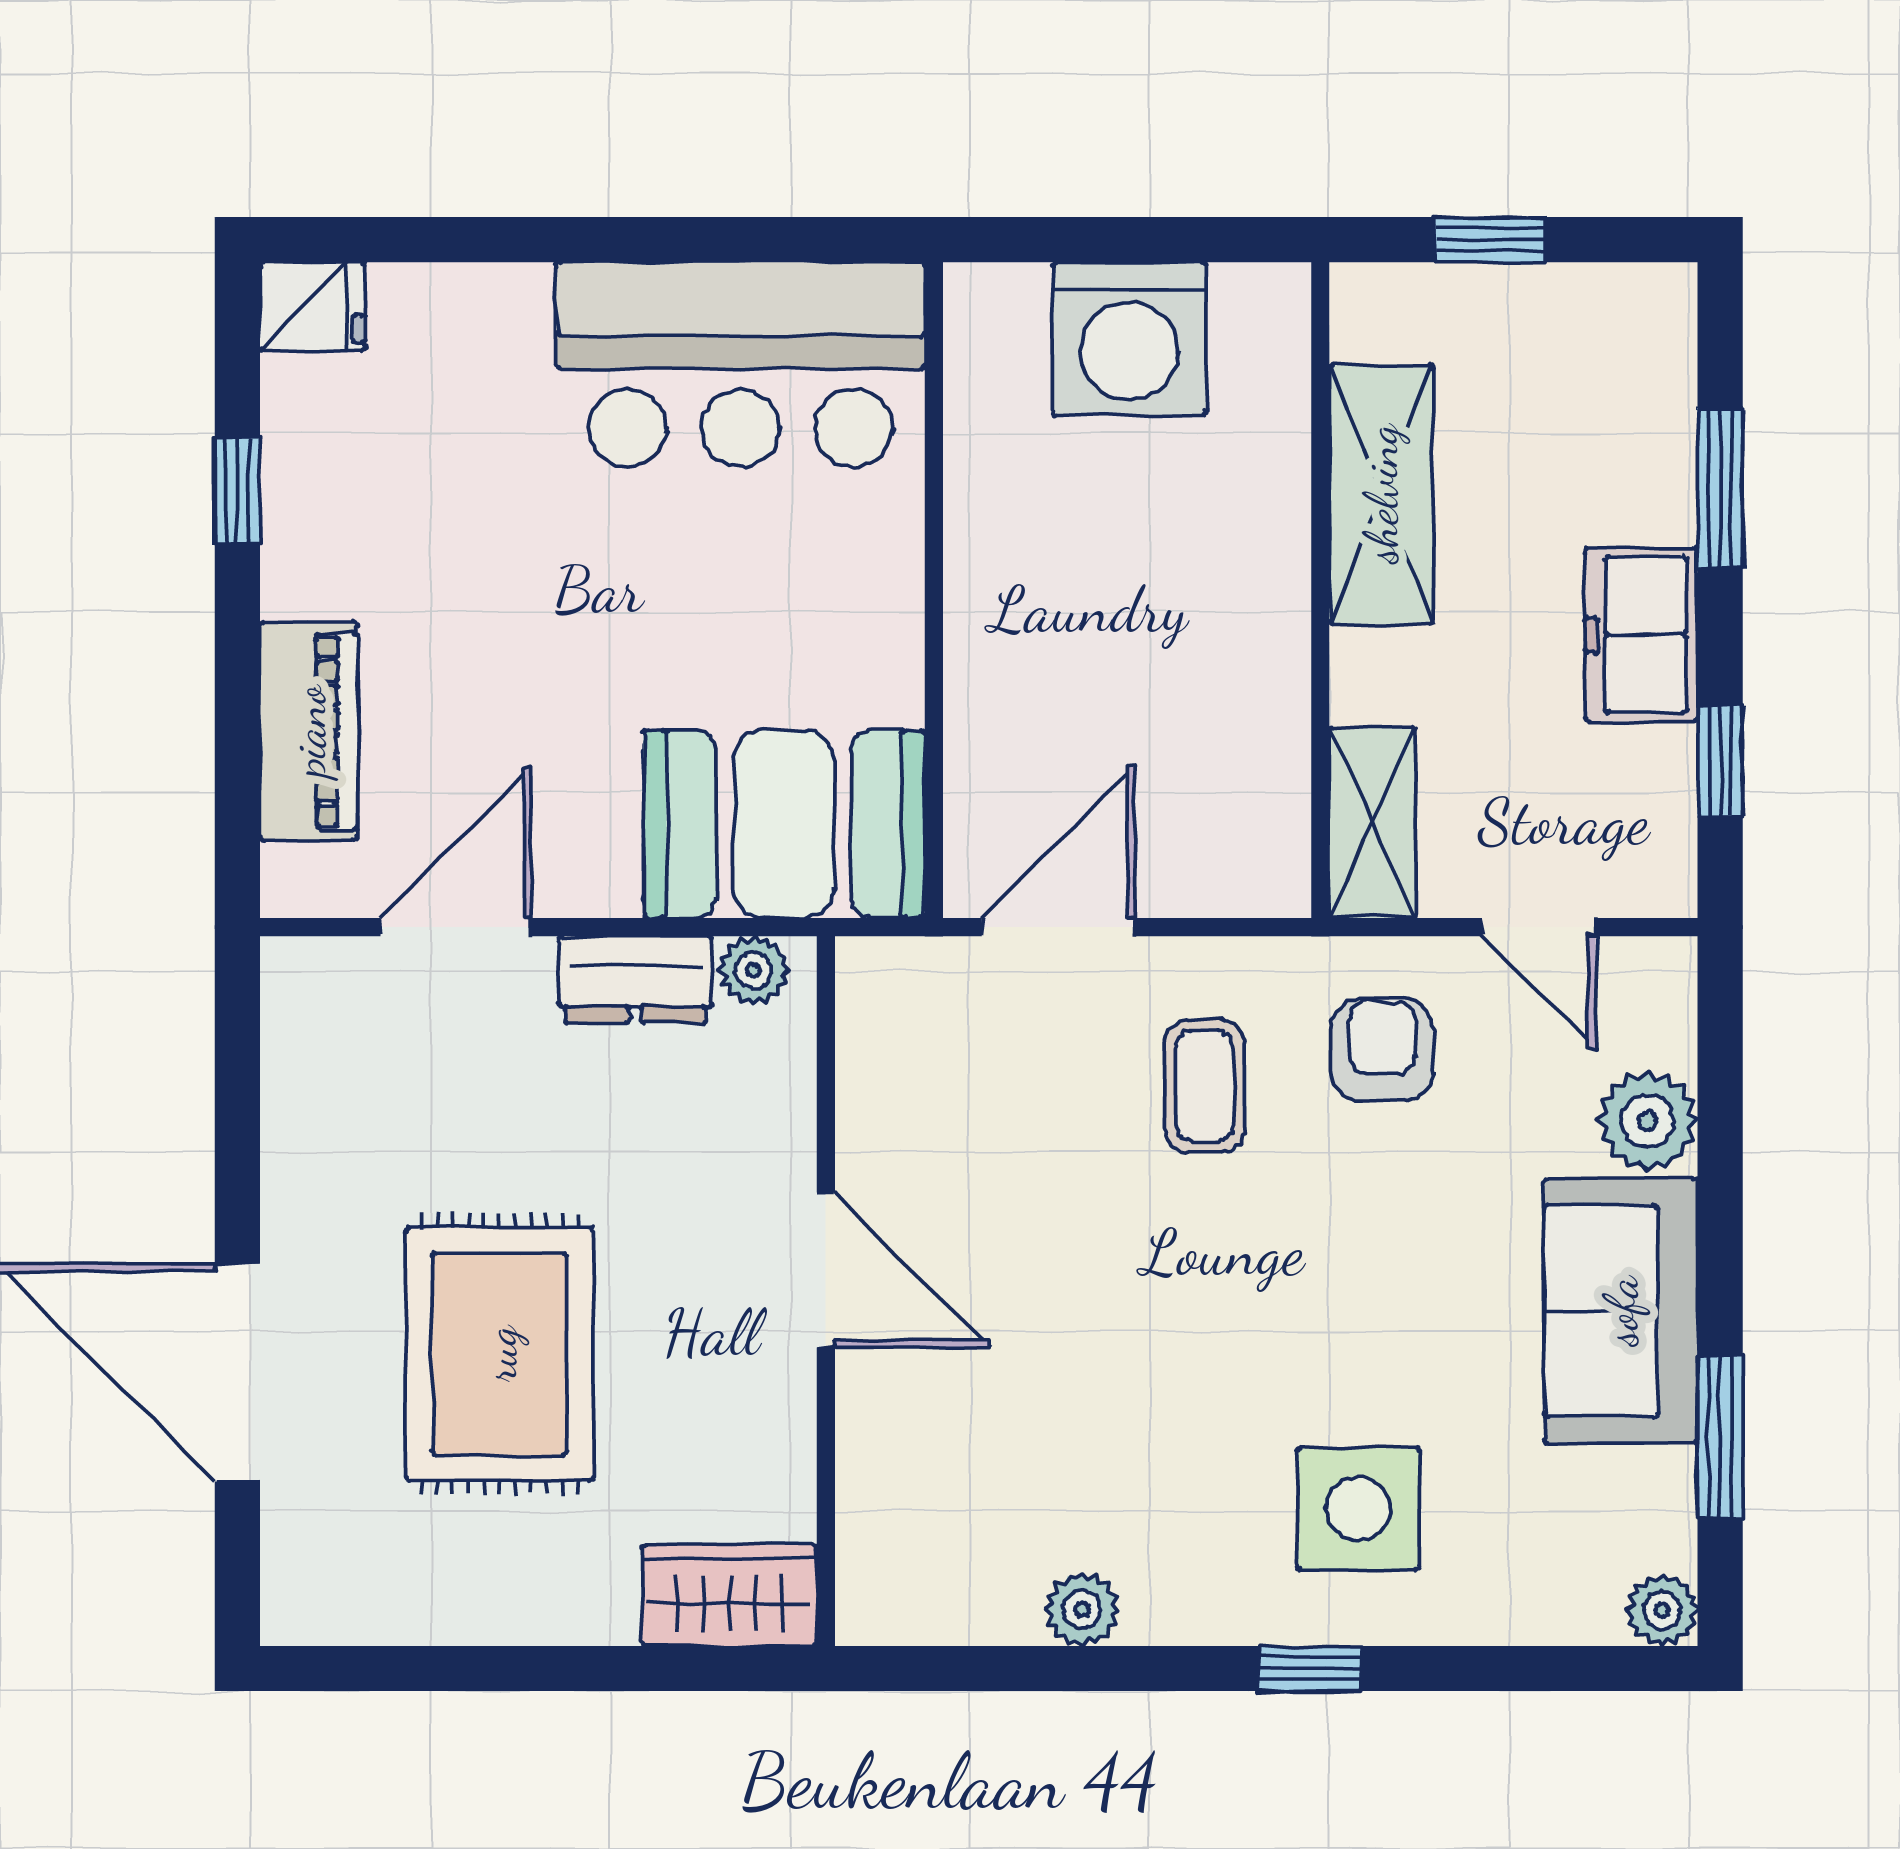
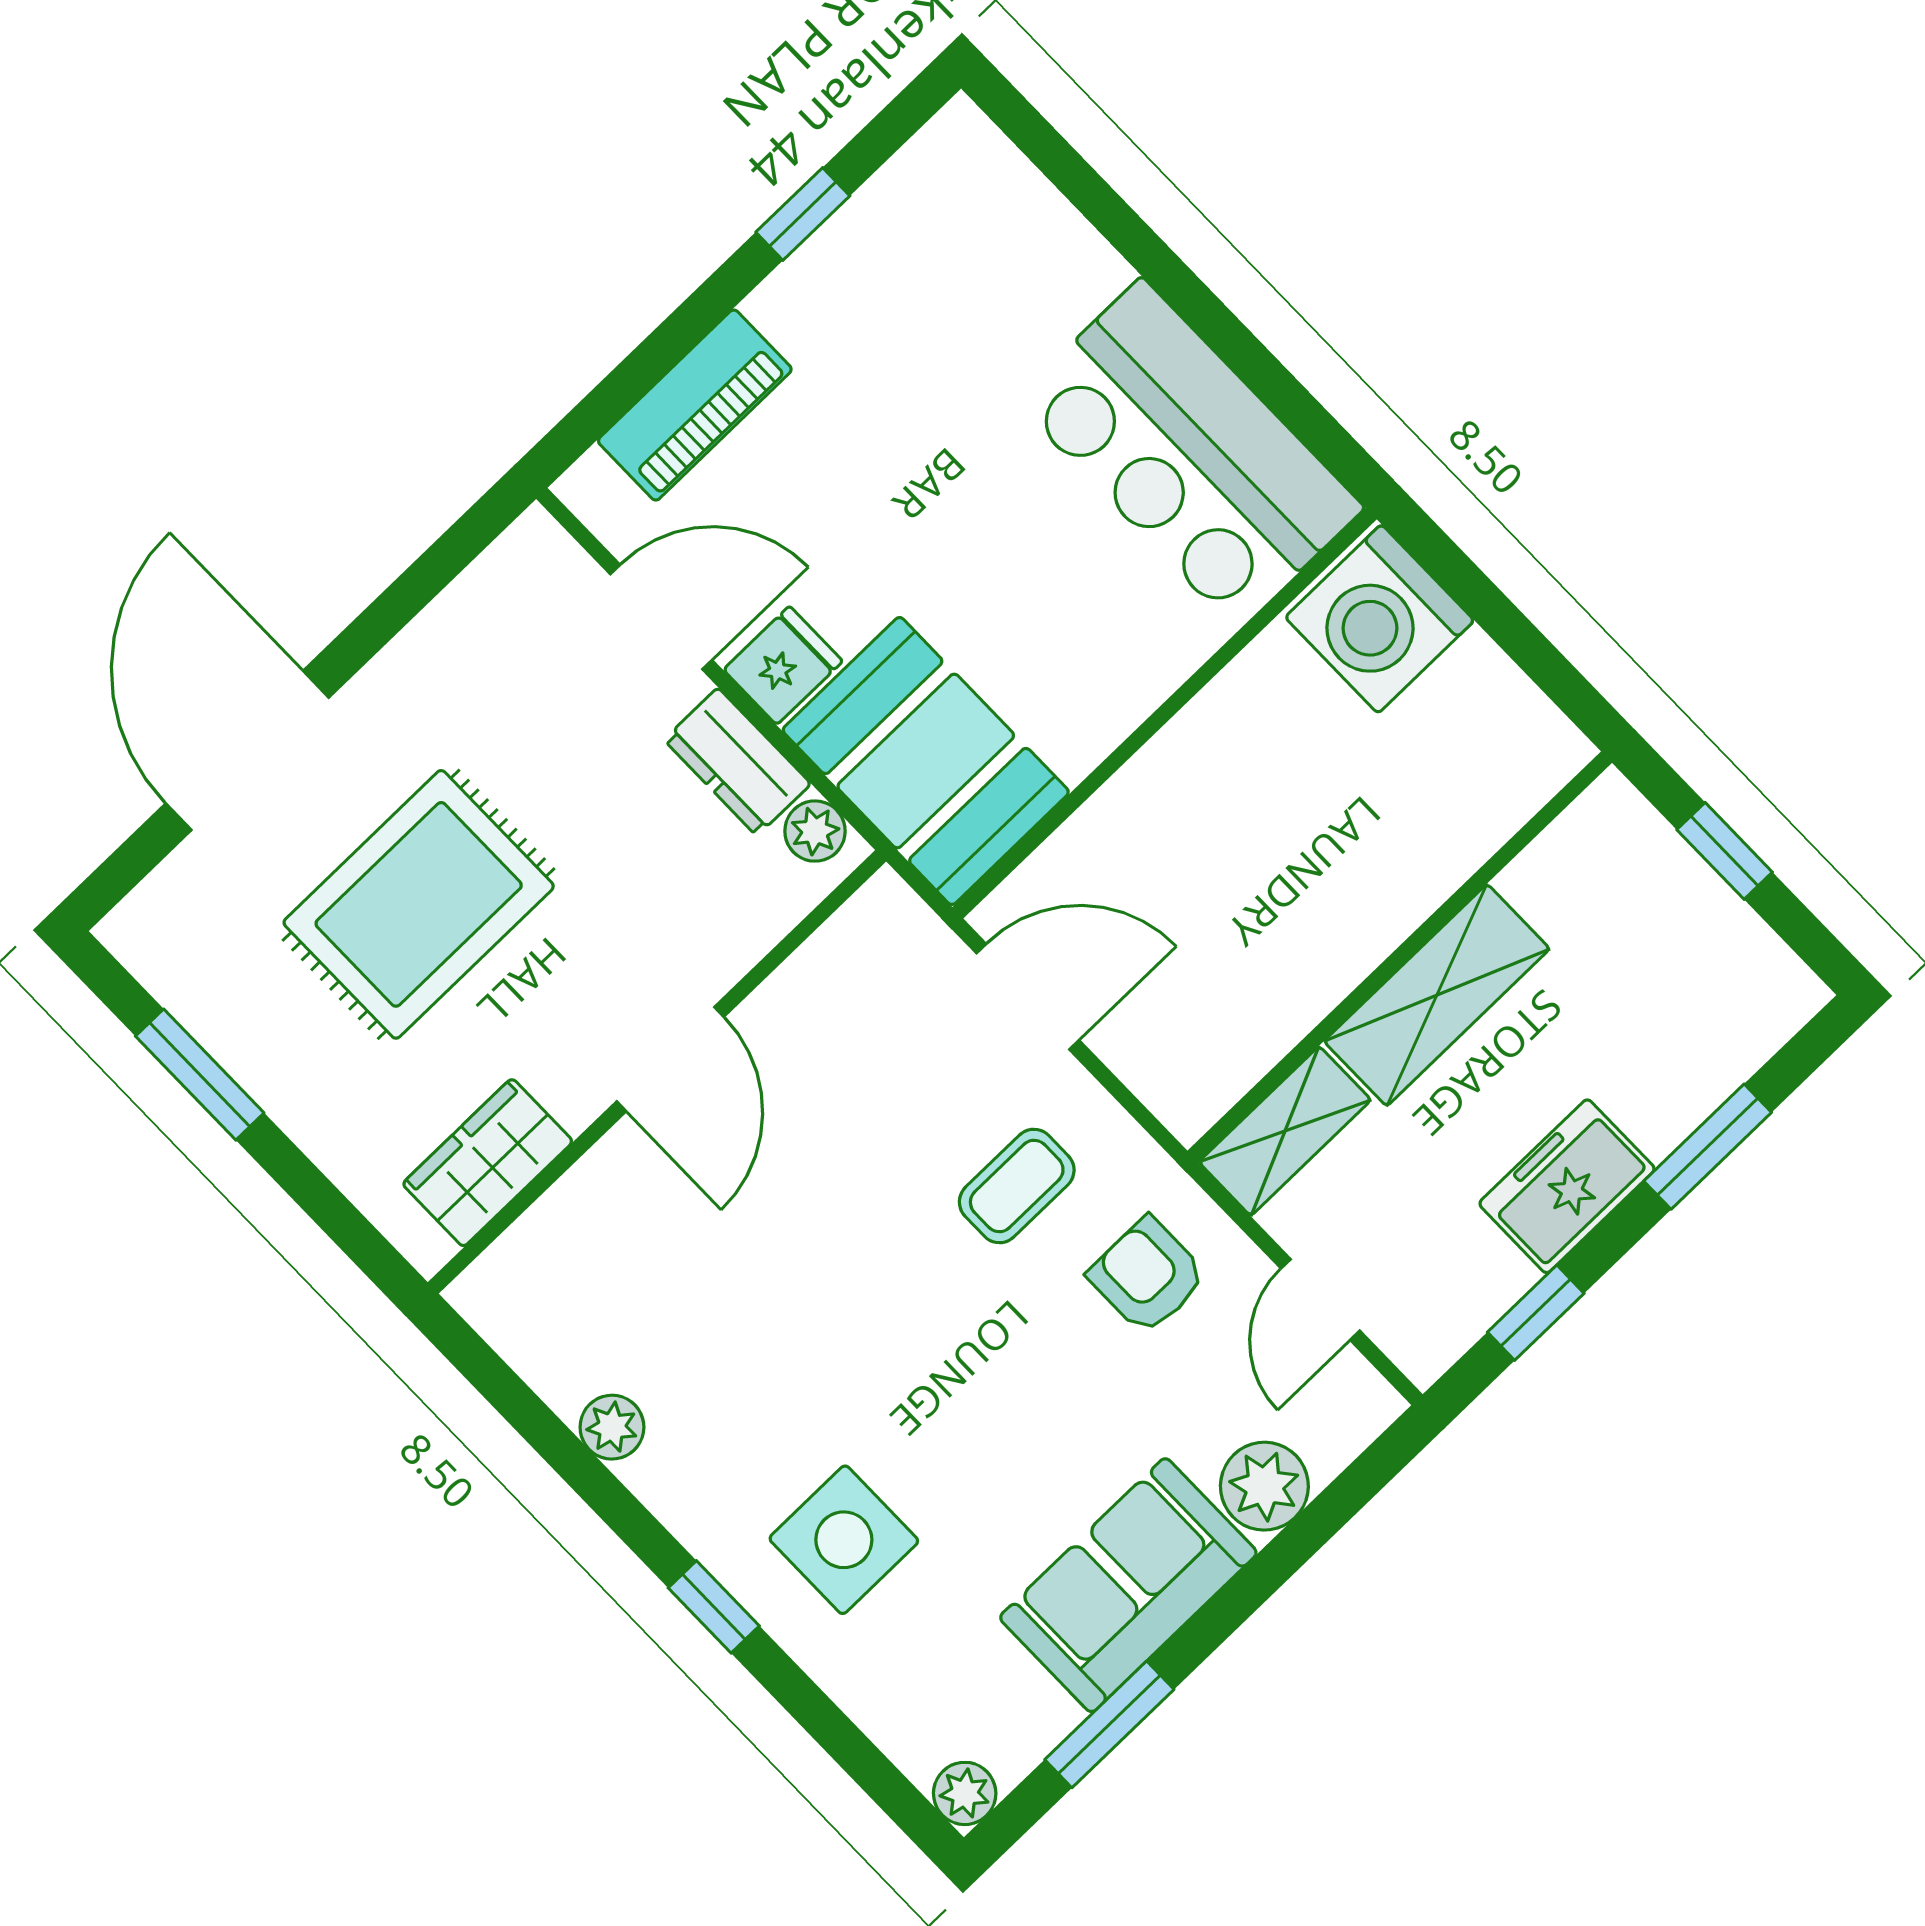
fridge: (312, 306) -> (783, 665), moved, turned -90
washing machine: (1129, 339) -> (1380, 619), moved
shelving: (1381, 494) -> (1437, 995), moved
armchair: (1382, 1050) -> (1147, 1276), turned -90
wardrobe: (730, 1595) -> (488, 1163), moved, turned -90
window: (466, 1668) -> (200, 1075), added

